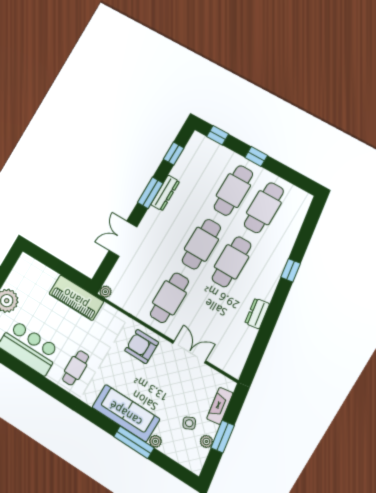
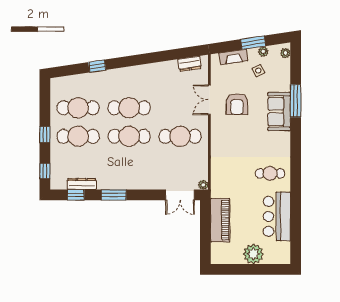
dresser: (165, 193) -> (82, 184), moved
double door: (123, 239) -> (180, 195), moved
window: (291, 270) -> (97, 66), moved
piano: (76, 298) -> (220, 220), moved
dresser: (257, 314) -> (190, 64), moved
armchair: (142, 347) -> (237, 104), moved
sofa: (126, 413) -> (279, 112), width x0.73
plant: (155, 441) -> (285, 53), moved

